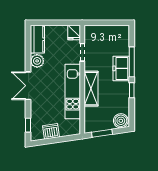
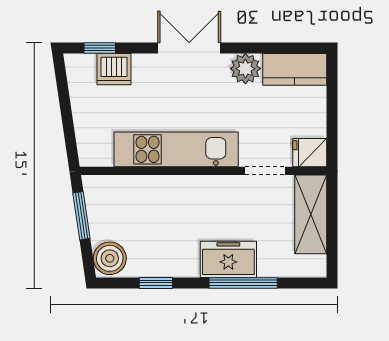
shelving: (91, 89) -> (311, 214), moved, turned 90
window: (132, 90) -> (156, 283), moved
dishwasher: (51, 131) -> (114, 69), moved, turned 98

